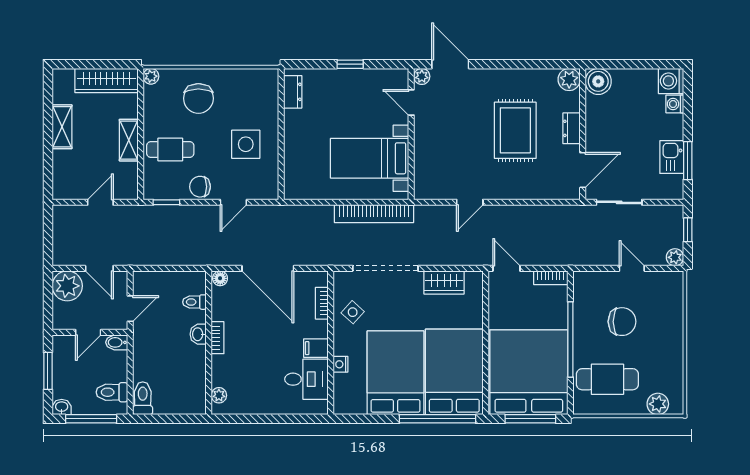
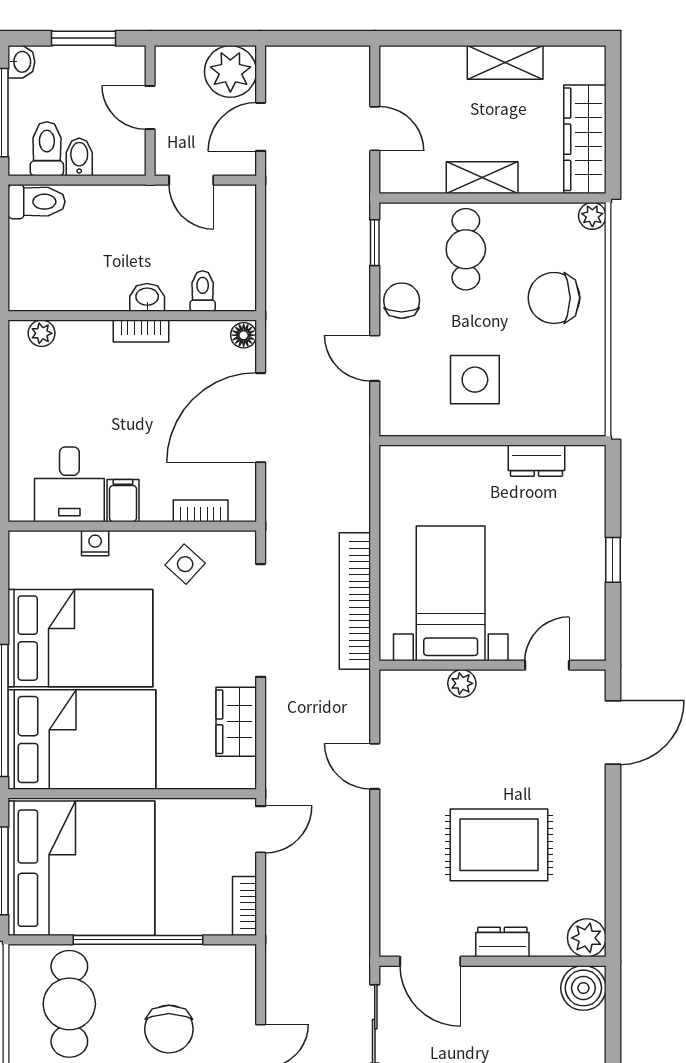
plant: (422, 76) -> (462, 683), moved
dresser: (293, 92) -> (536, 461), moved
bidet: (117, 342) -> (79, 157), moved

